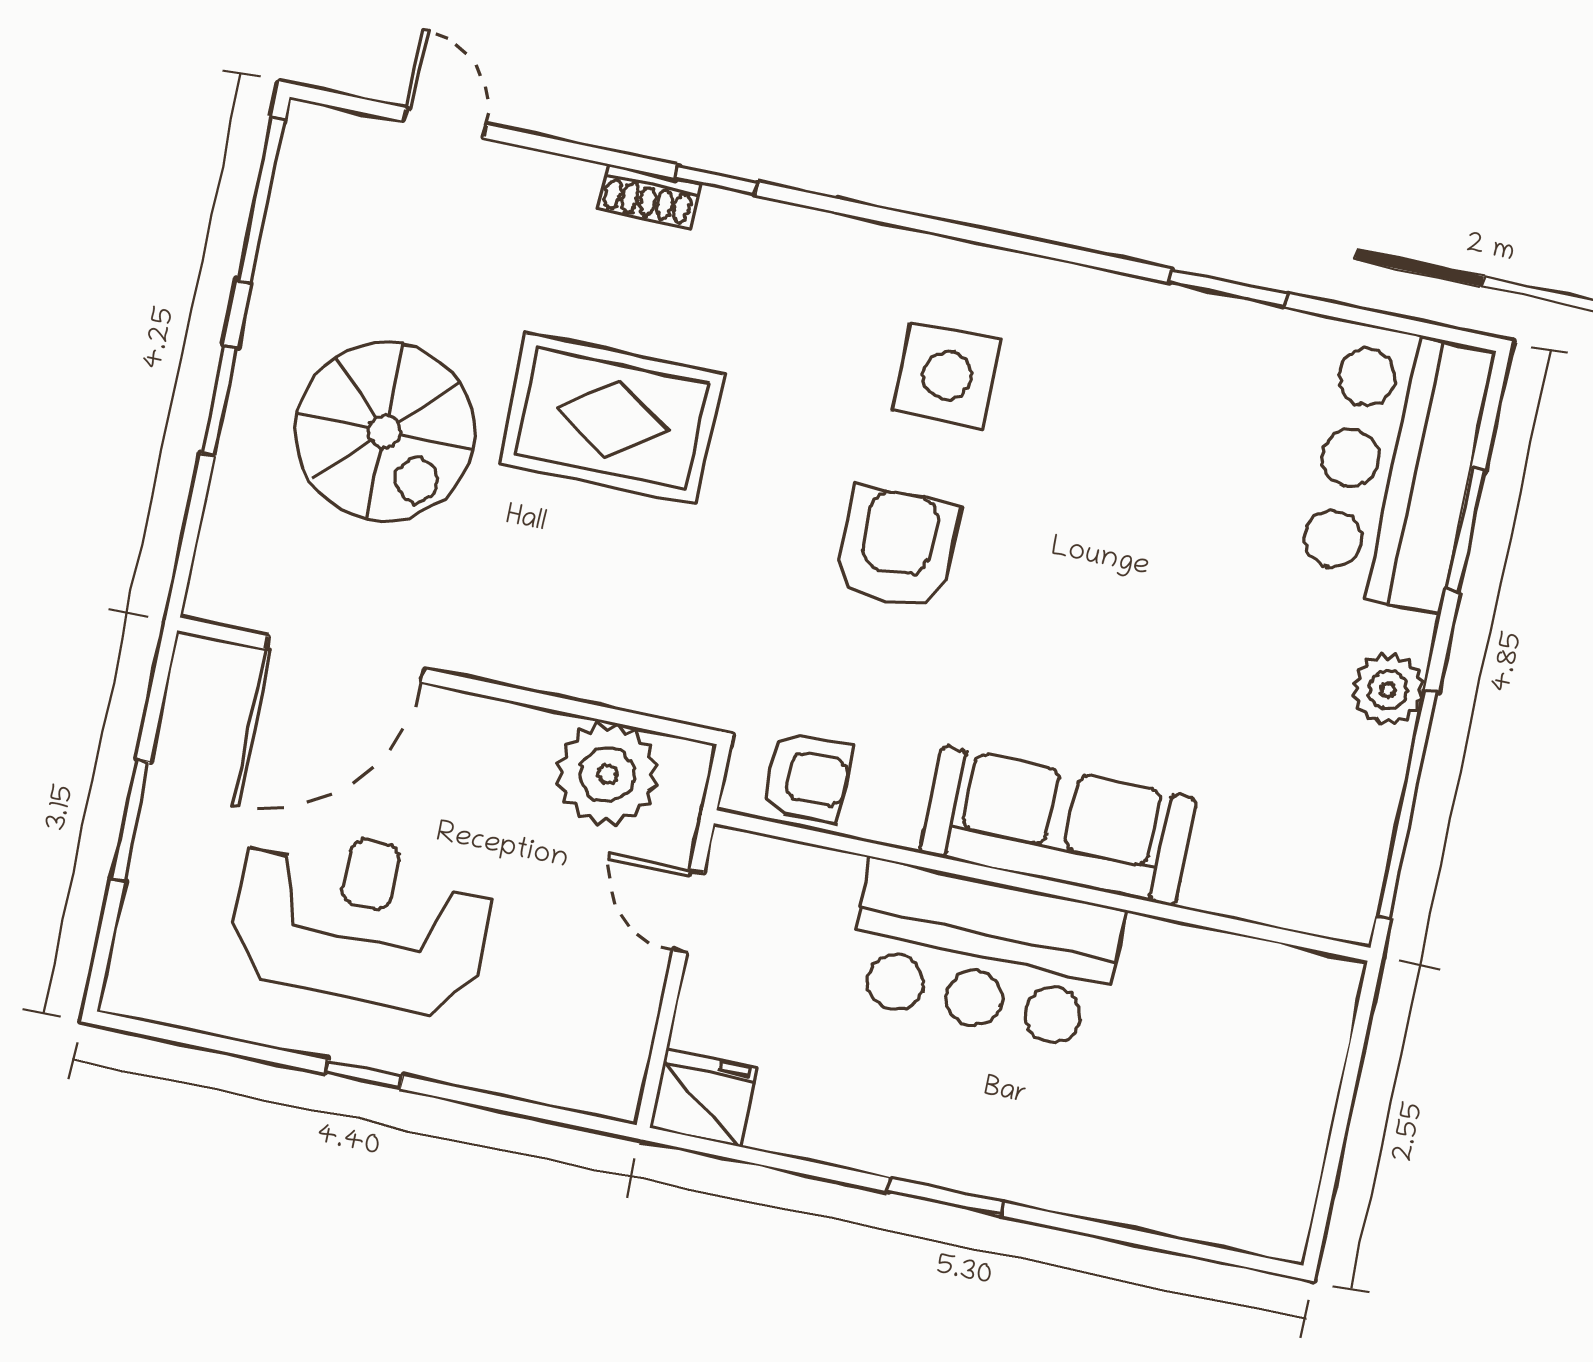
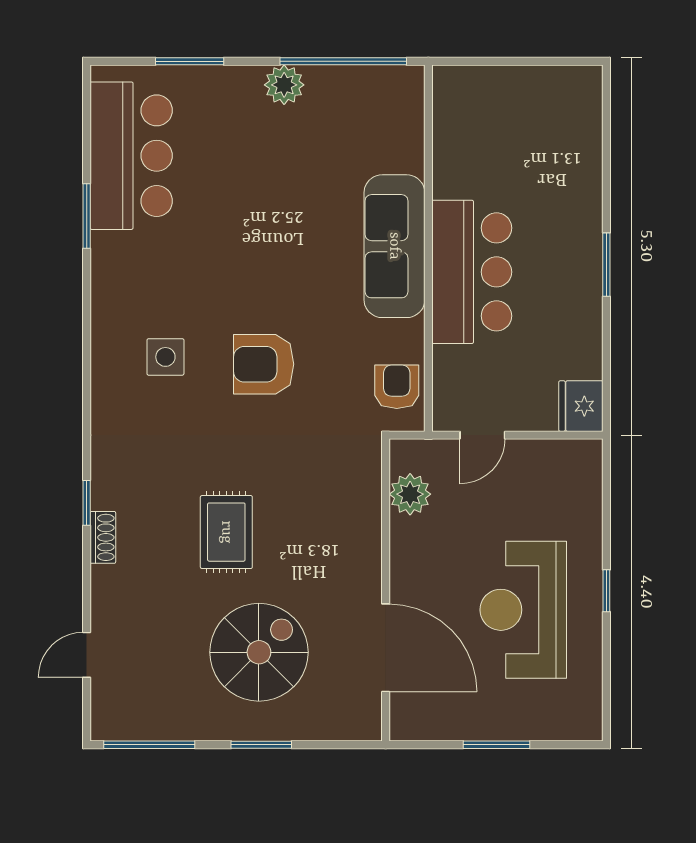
side table: (947, 376) -> (165, 357), width x0.73, depth x0.73
rug: (612, 418) -> (226, 532), width x0.73, depth x0.70
bar counter: (1395, 467) -> (131, 156), moved, turned -90
plant: (607, 774) -> (410, 494), width x0.73, depth x0.73

